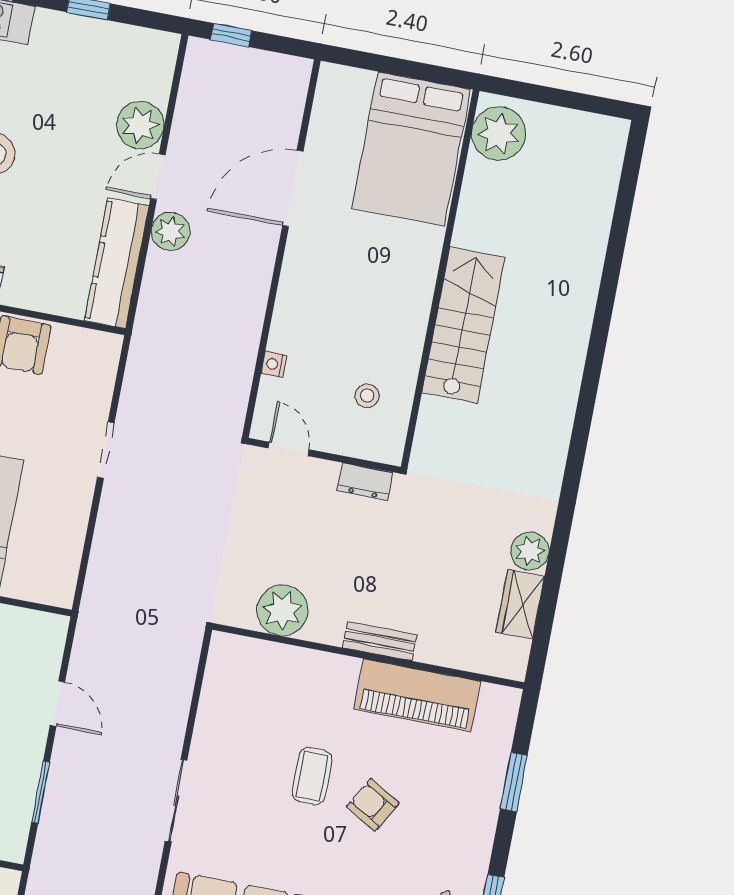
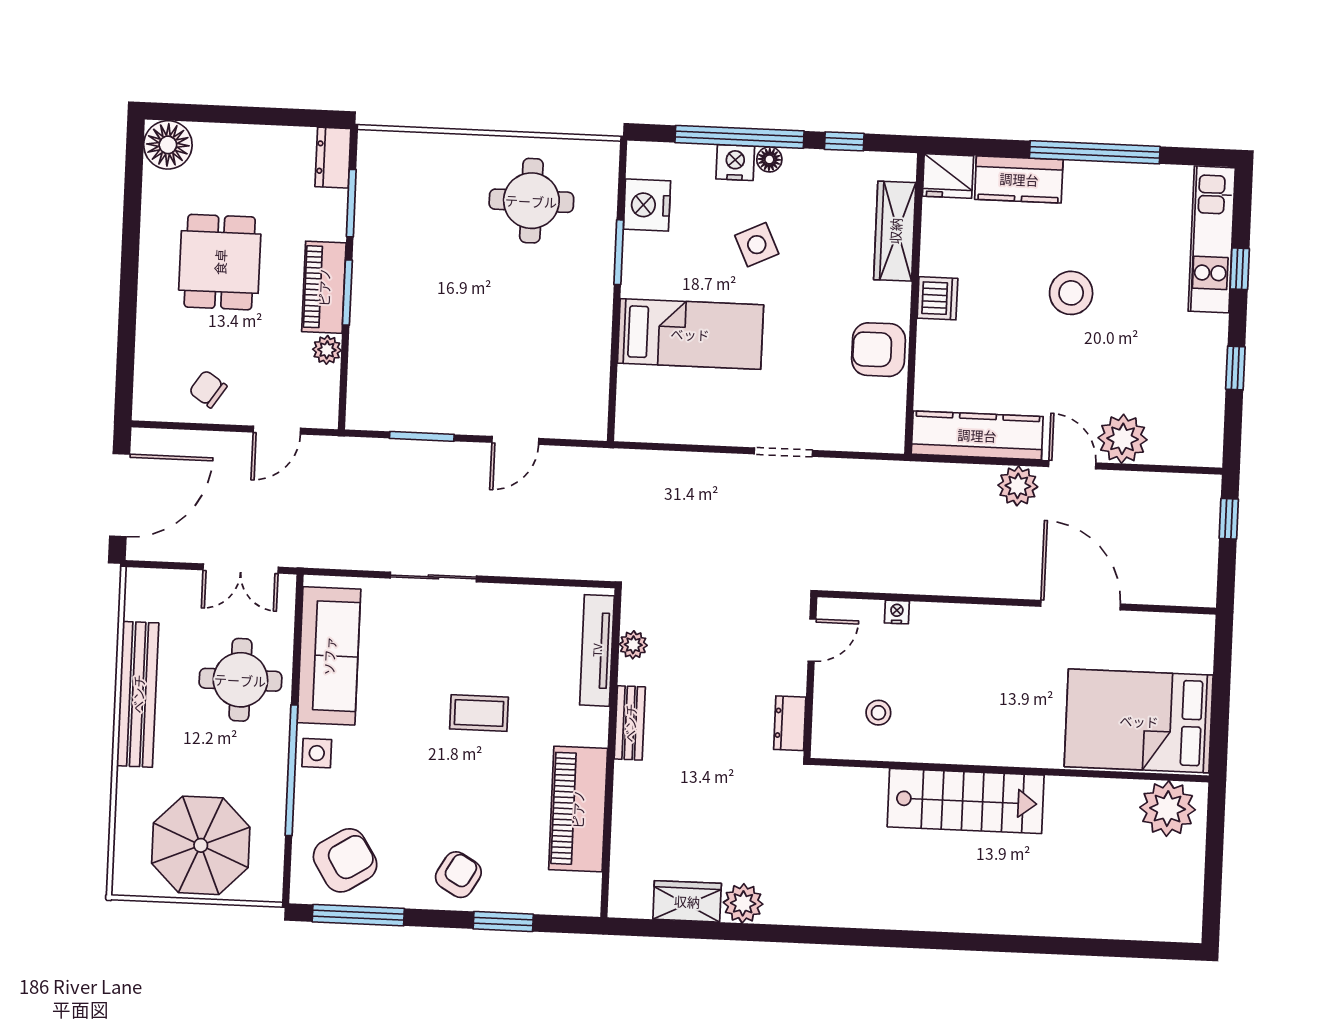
plant: (282, 610) -> (633, 645), width x0.53, depth x0.53
bench: (380, 641) -> (630, 723), moved
tv unit: (269, 655) -> (597, 650), added
armchair: (373, 805) -> (458, 875), moved

